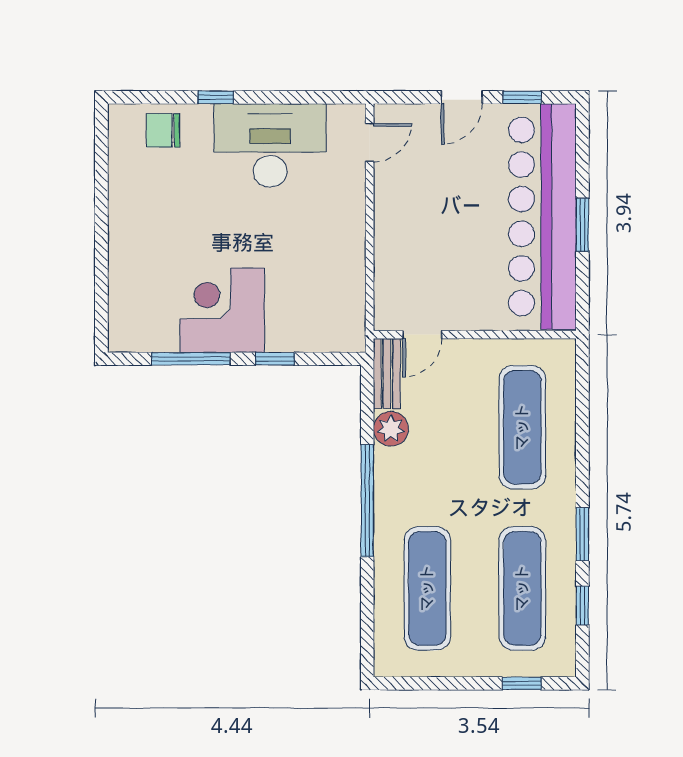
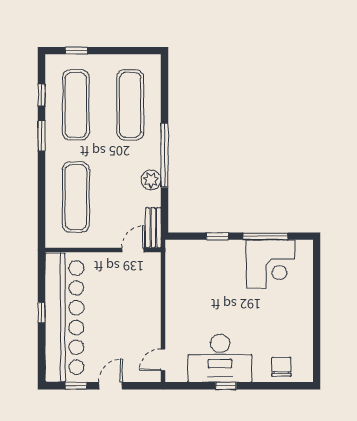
window: (216, 97) -> (226, 386), moved
chair: (163, 130) -> (281, 367), turned -90
window: (582, 225) -> (41, 313), width x0.67
corner desk: (222, 310) -> (271, 264), moved
plant: (391, 429) -> (151, 180), moved

